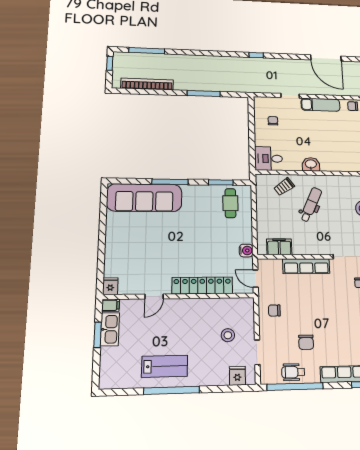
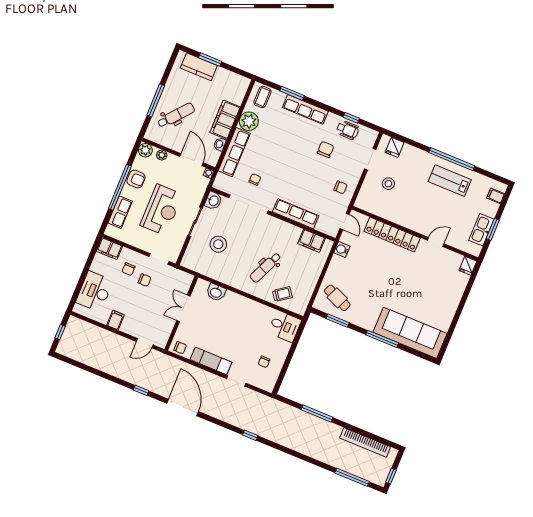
washbasin: (311, 164) -> (216, 292), moved
cafe table: (230, 203) -> (337, 298), turned -67
filing cabinet: (111, 305) -> (496, 196), moved
window: (295, 387) -> (351, 118), width x0.32

